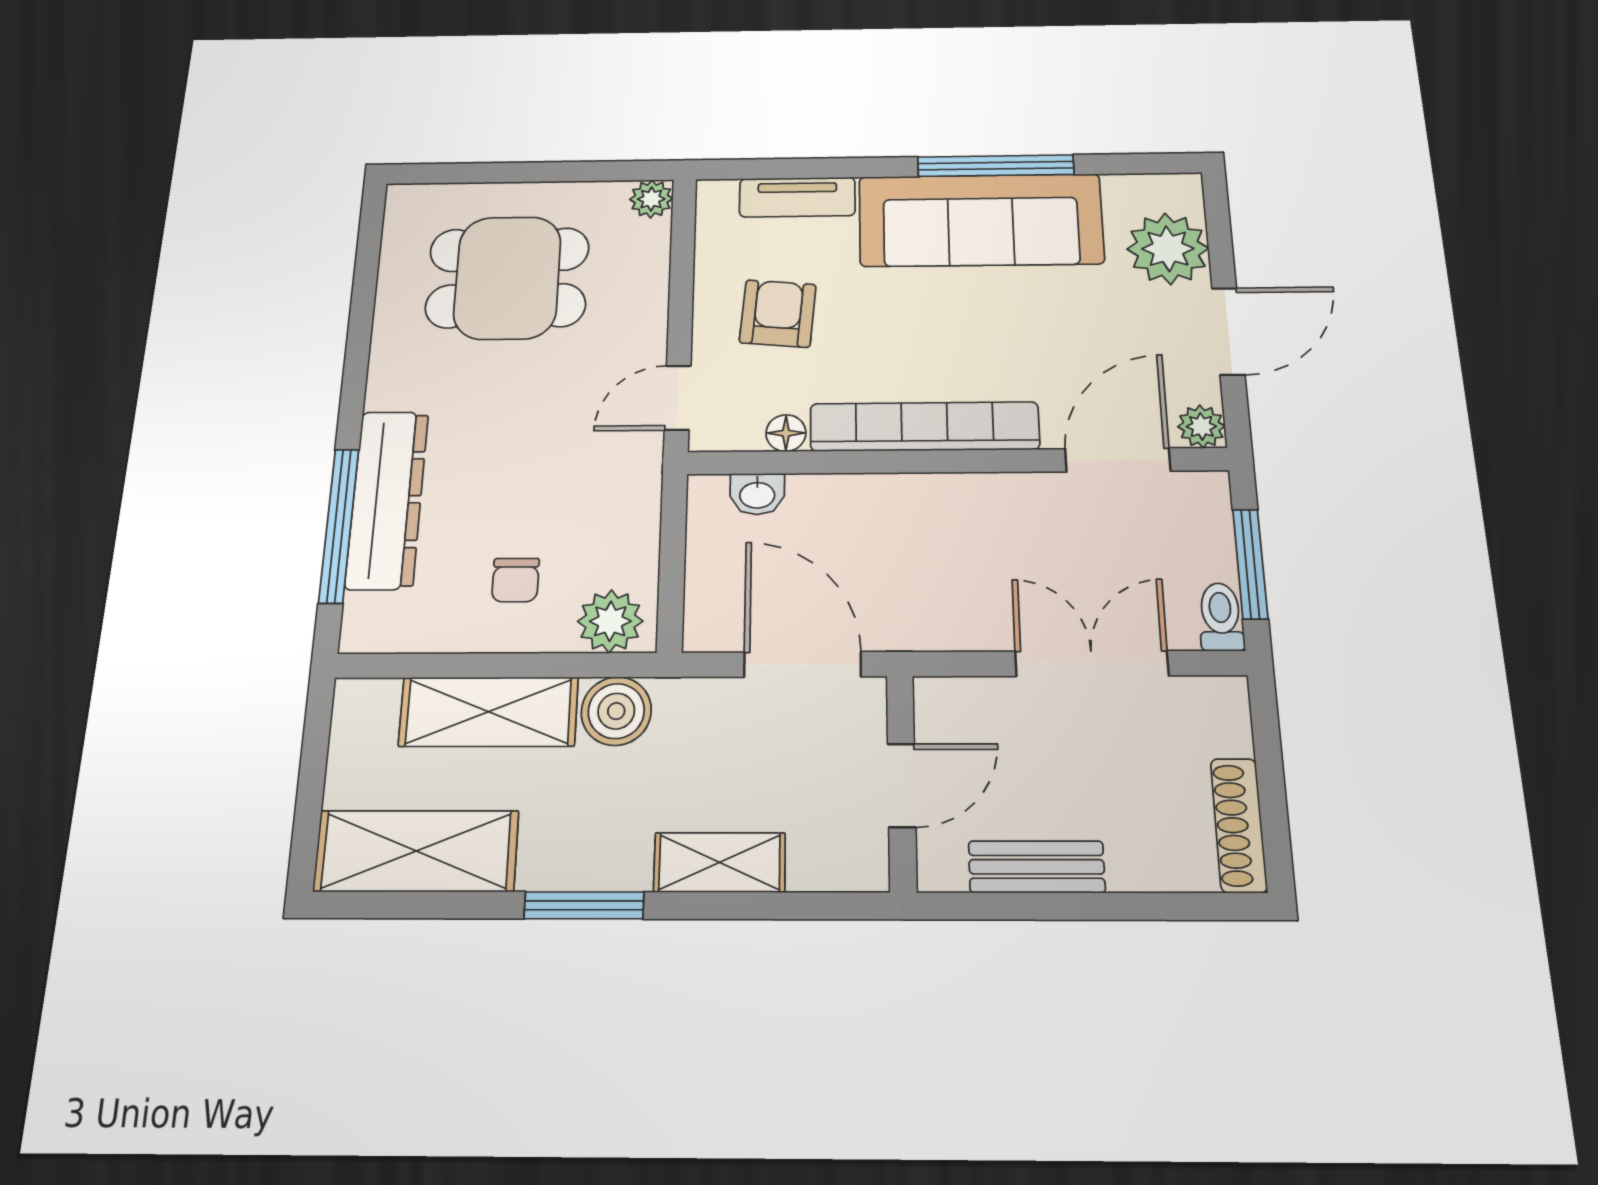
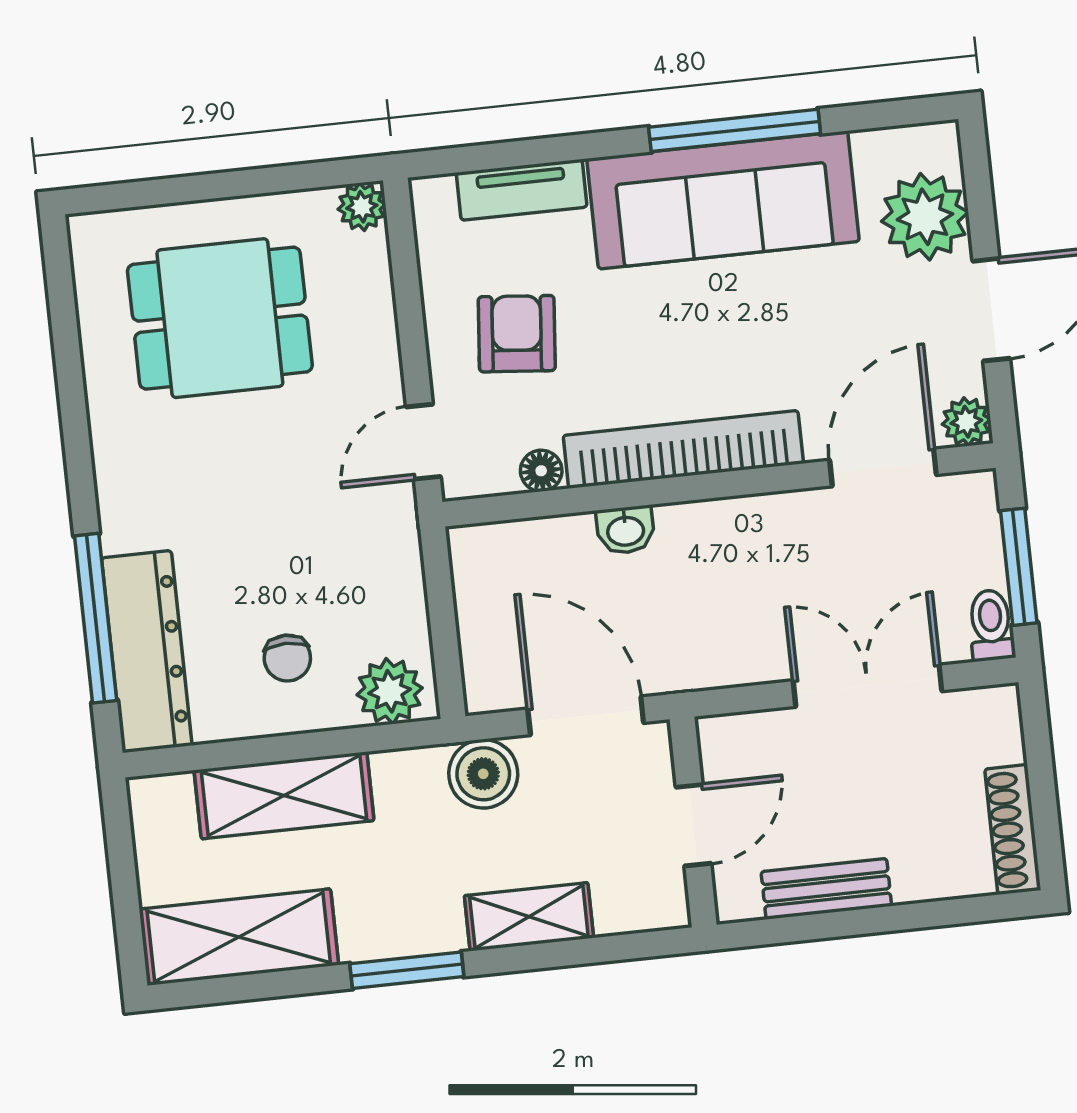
washbasin: (757, 494) -> (625, 530), moved
dresser: (387, 499) -> (147, 652), moved
boiler: (616, 711) -> (483, 774), moved

